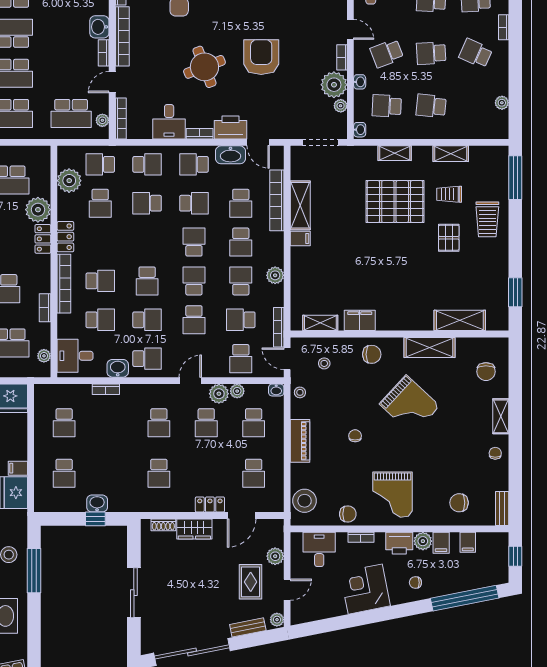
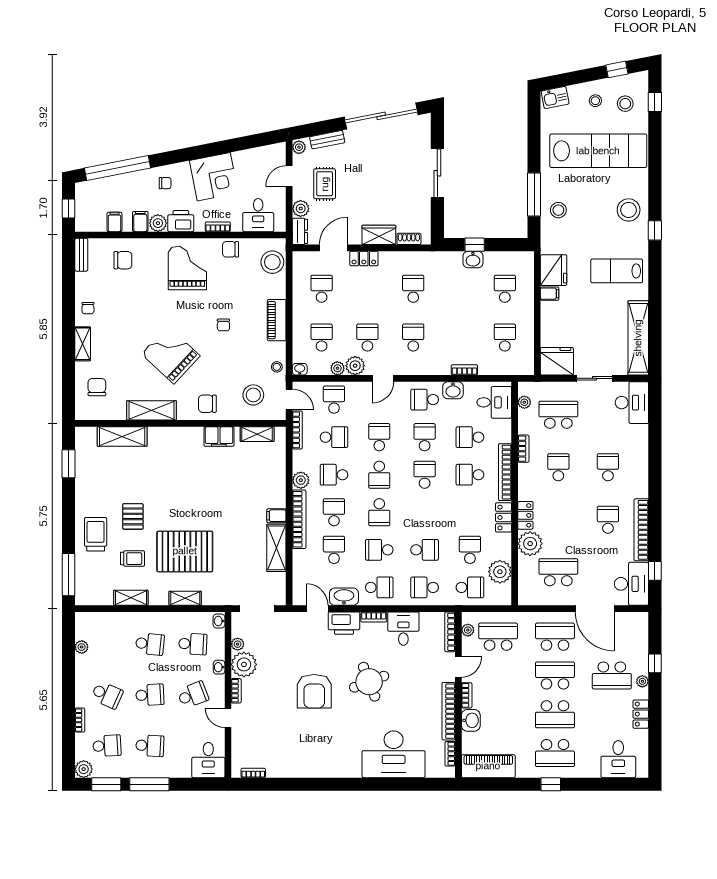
bookcase: (277, 200) -> (299, 519), moved
school desk: (241, 281) -> (334, 475), turned 90
school desk: (147, 320) -> (425, 437), turned 90
stool: (324, 363) -> (253, 395), width x1.89, depth x1.89
dresser: (276, 533) -> (300, 231), added

